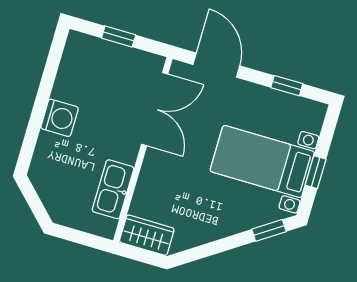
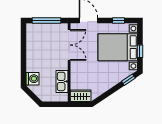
window: (119, 36) -> (47, 20), width x2.17
washing machine: (60, 118) -> (33, 79), moved
bed with nightstands: (262, 162) -> (118, 47), width x1.36

